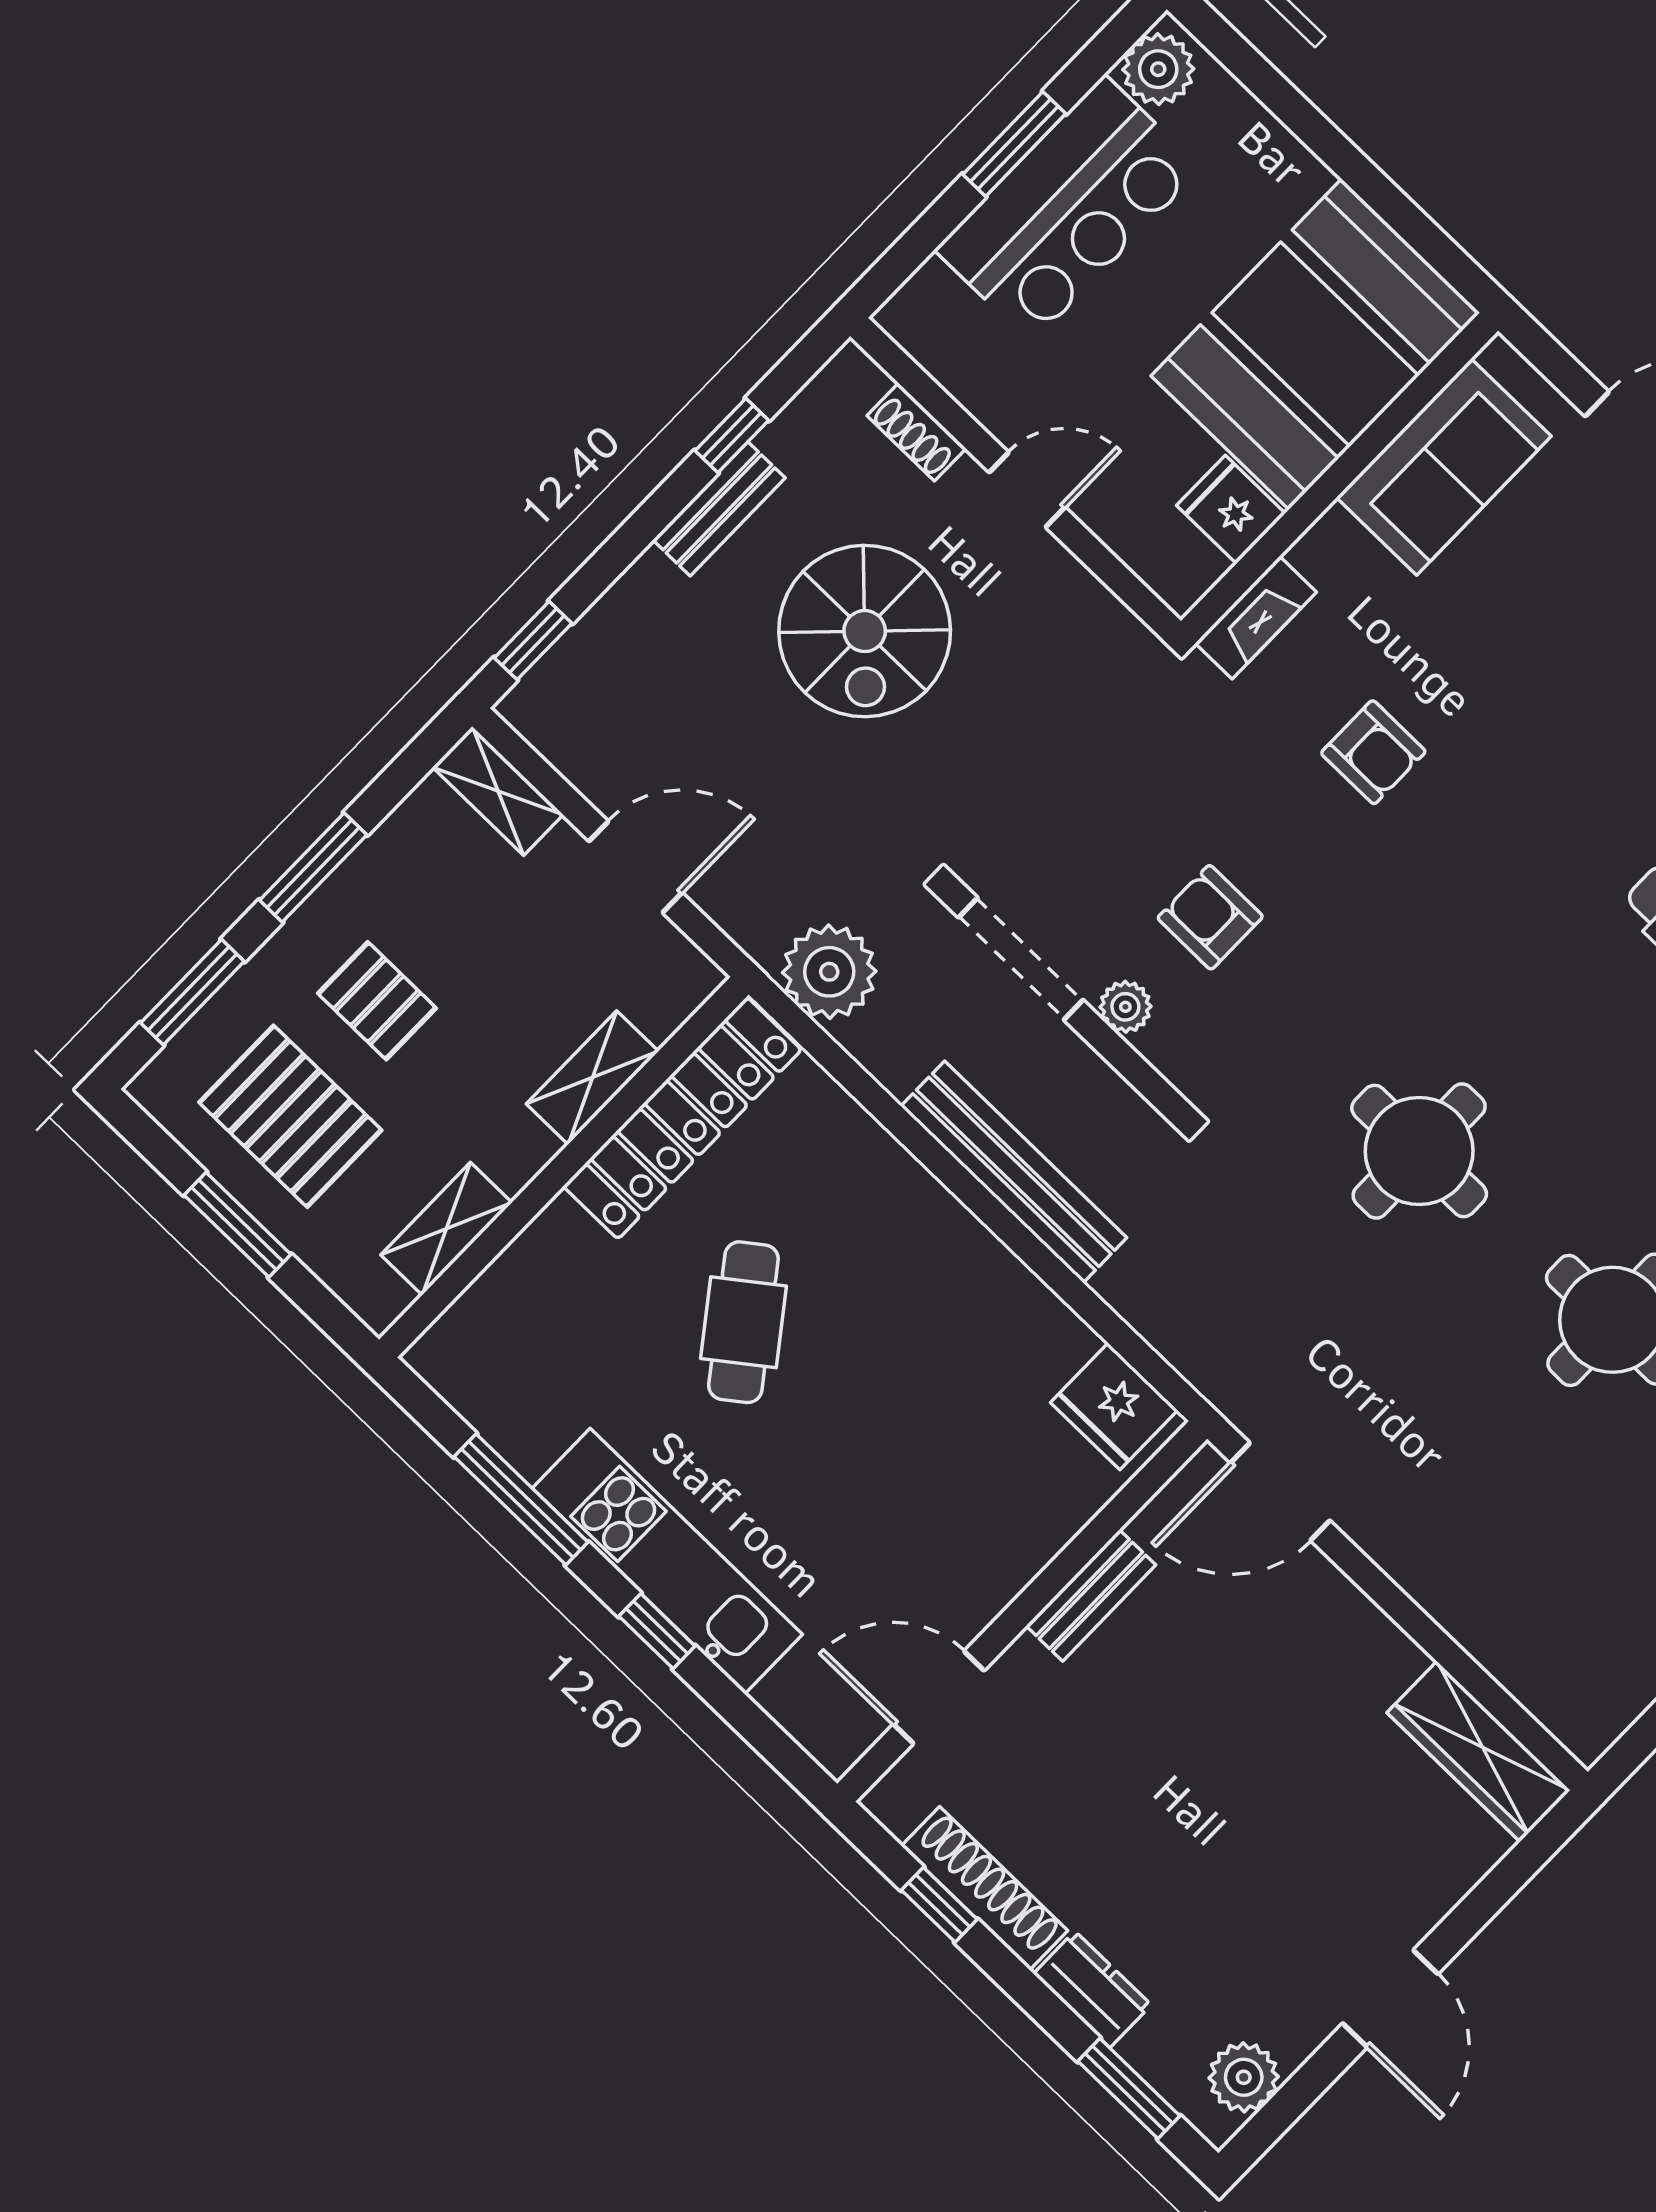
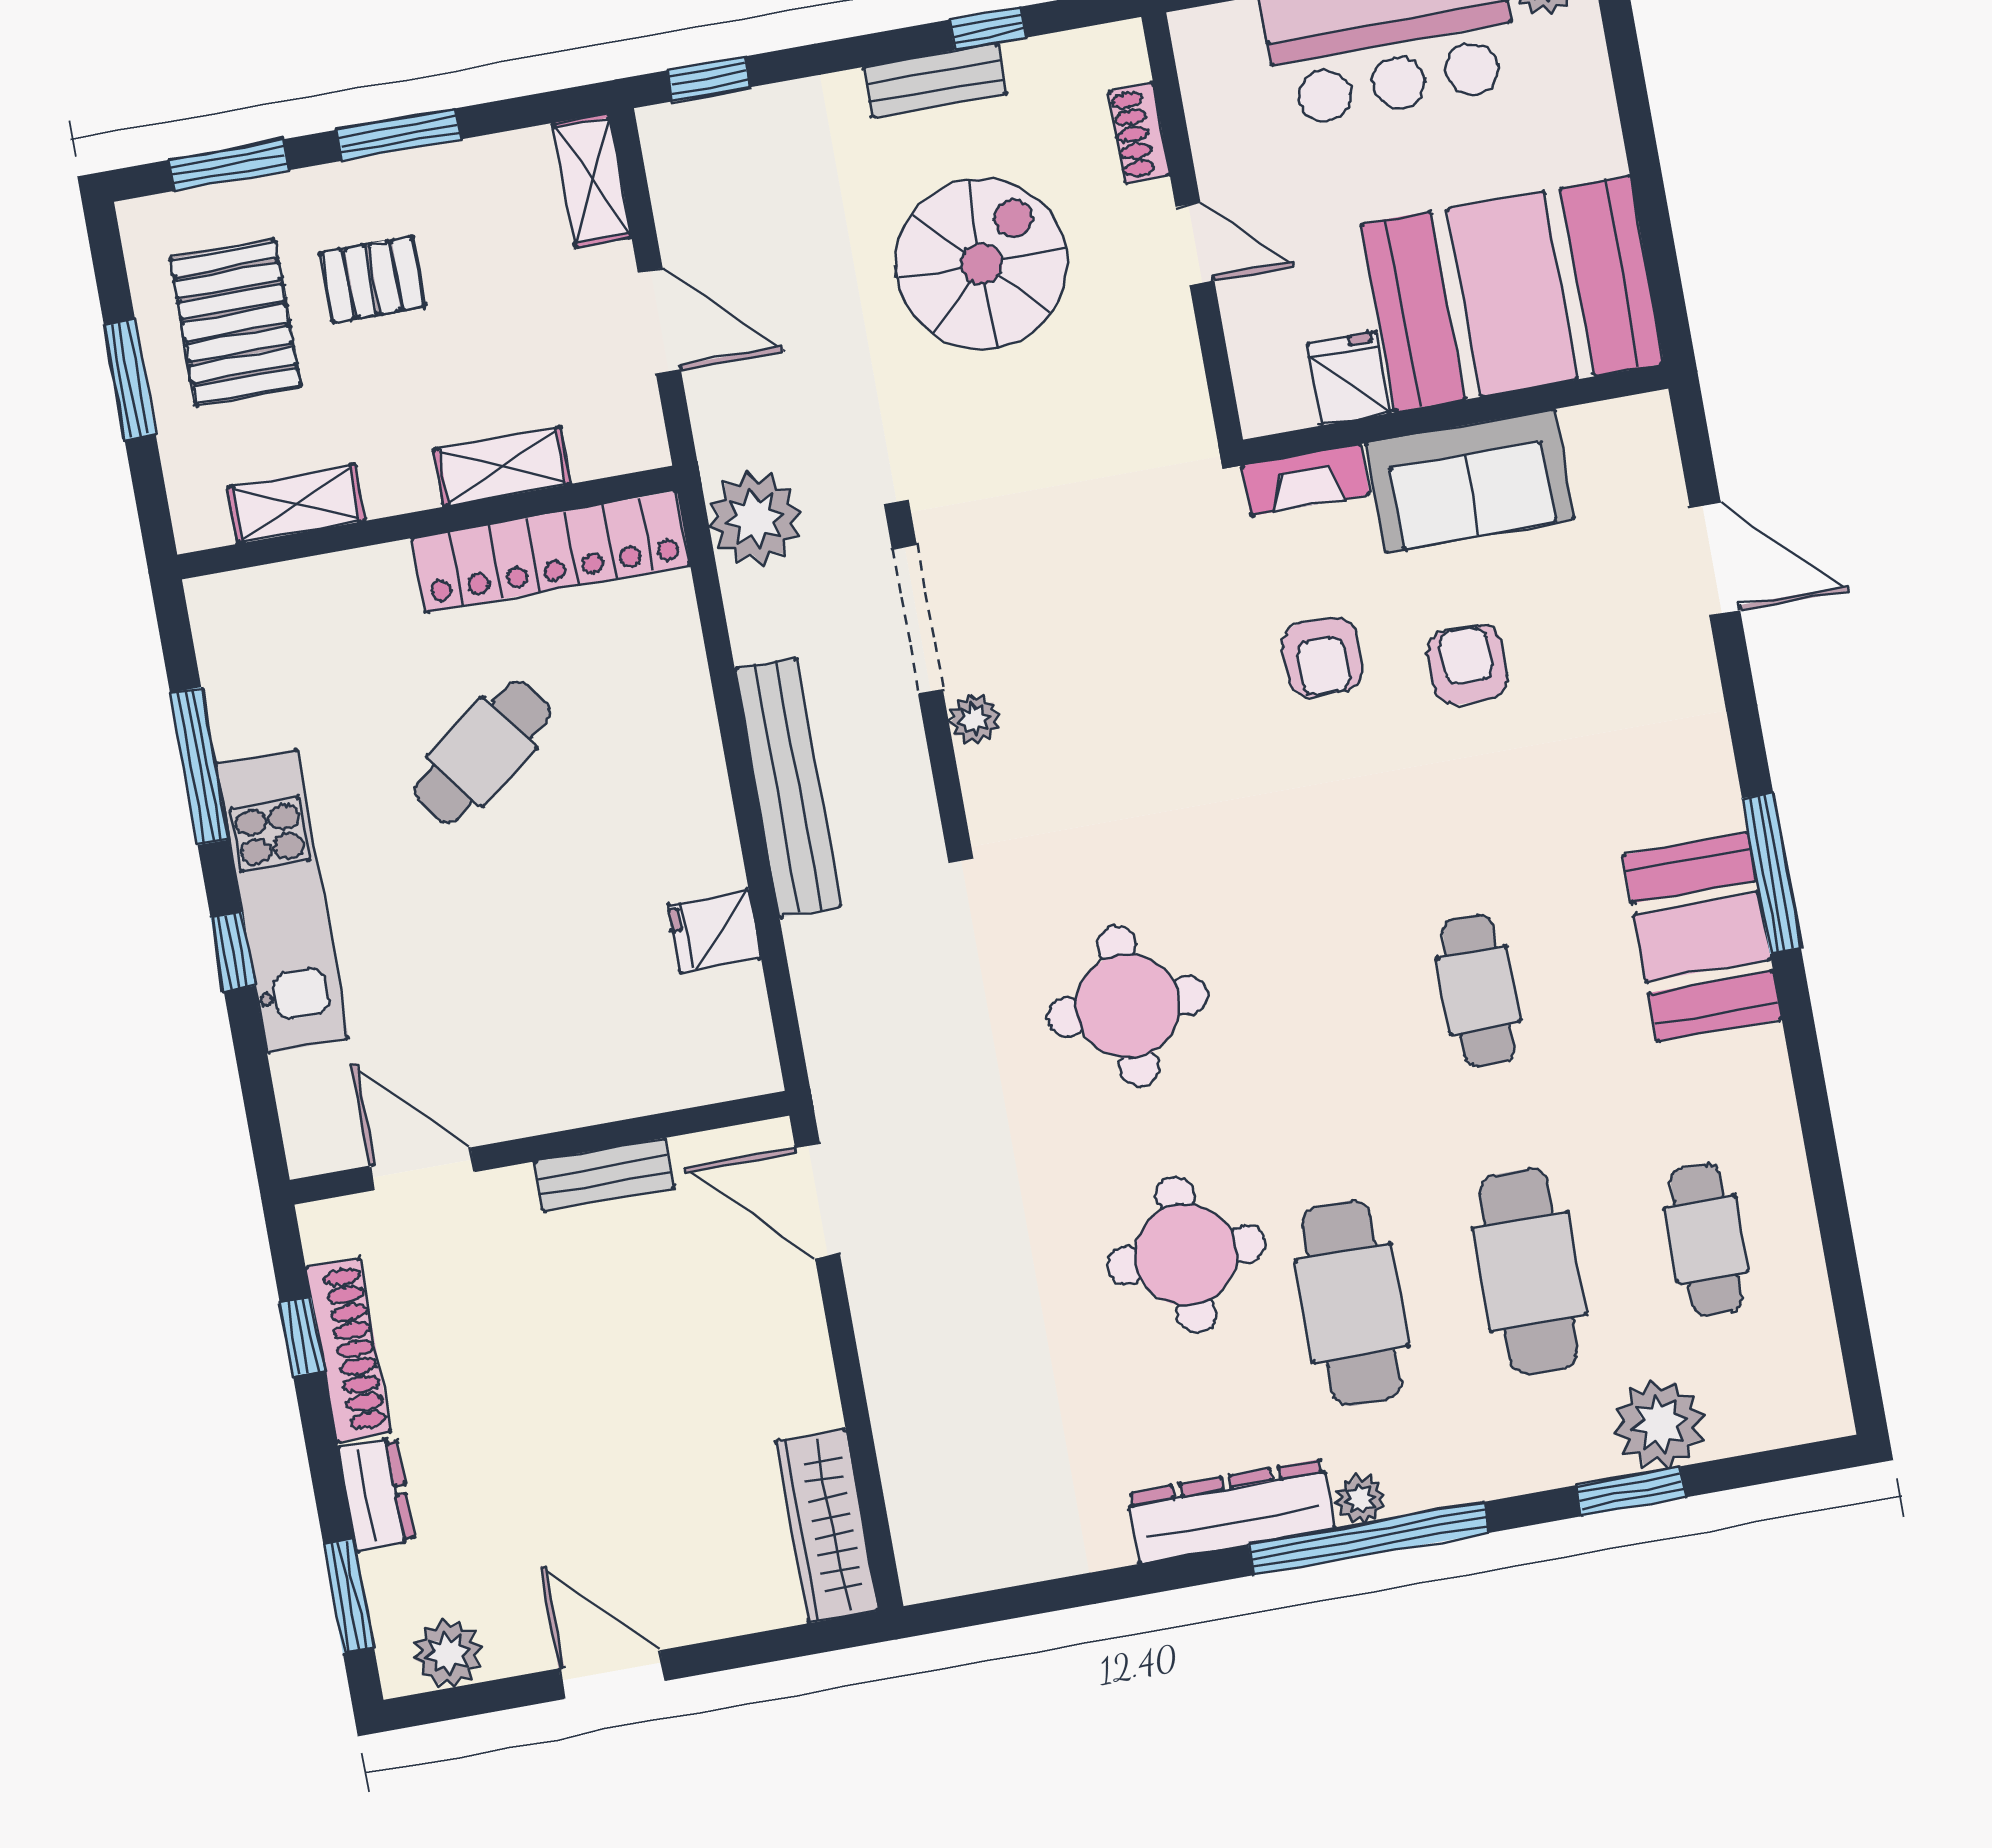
sofa: (1444, 467) -> (1470, 481), moved
spiral stairs: (865, 631) -> (982, 264), turned 180
armchair: (1210, 917) -> (1468, 665), moved
pallet: (377, 1001) -> (373, 279), turned 90
fridge: (1114, 1406) -> (714, 931), moved, width x0.72
door: (1390, 1999) -> (612, 1675), swing flipped

